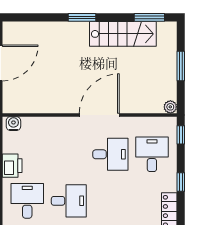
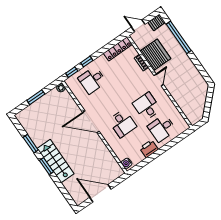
window: (149, 17) -> (31, 144), moved
stairs: (123, 34) -> (56, 161), moved
desk: (110, 154) -> (122, 123), moved, turned 180
window: (181, 182) -> (87, 62), moved

